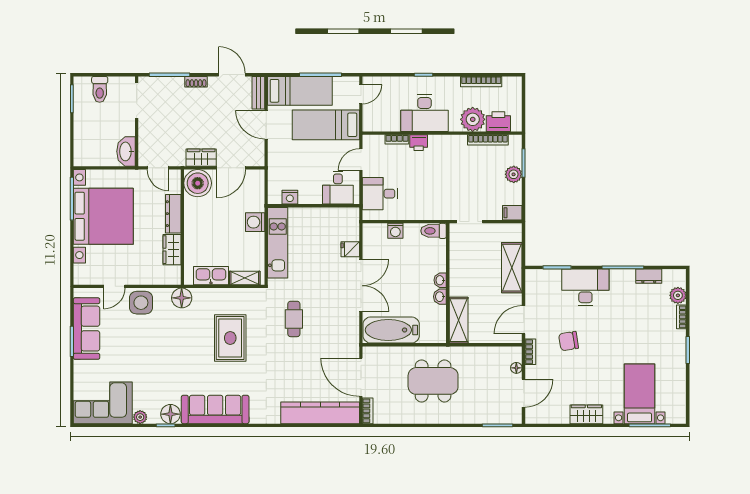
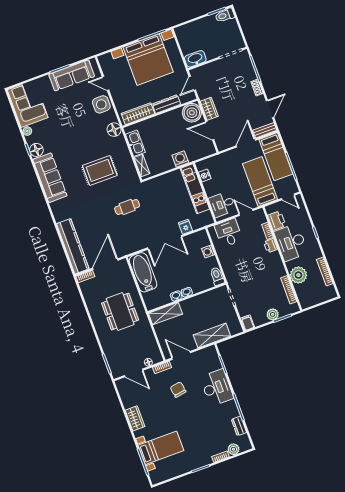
toilet: (100, 89) -> (225, 15), moved
printer: (498, 122) -> (277, 221), moved
kitchen unit: (278, 243) -> (195, 189), moved, turned 90
wardrobe: (172, 250) -> (138, 114), width x1.50

